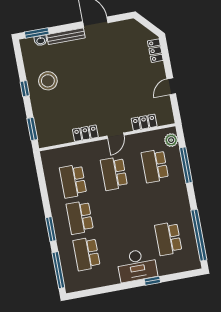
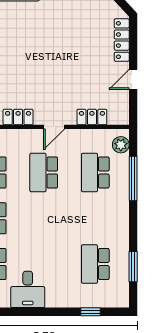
locker: (155, 51) -> (122, 40), width x1.53
window: (199, 235) -> (133, 267), width x0.47
desk: (137, 265) -> (28, 289), moved, width x0.73
window: (152, 281) -> (91, 312), moved

